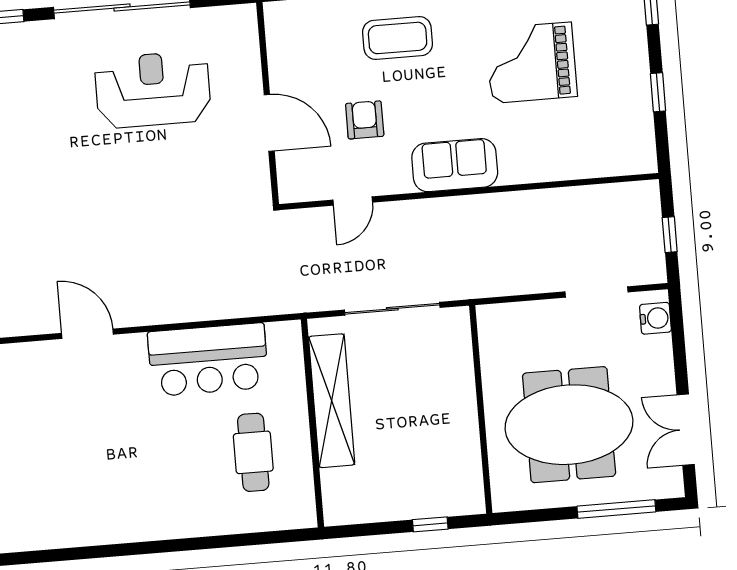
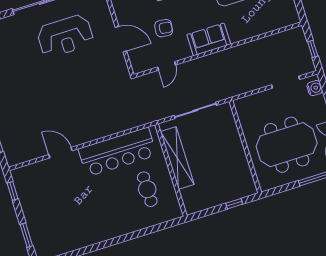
reception desk: (153, 90) -> (65, 36), turned 180
armchair: (365, 120) -> (164, 28), turned 96
bar counter: (208, 360) -> (117, 152), width x1.36

